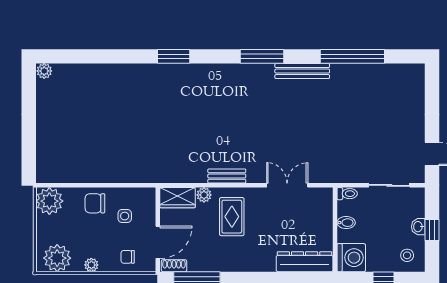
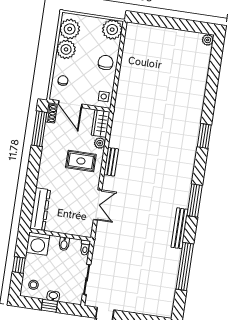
side table: (125, 216) -> (104, 96), moved
plant: (91, 265) -> (66, 49), width x1.88, depth x1.88

